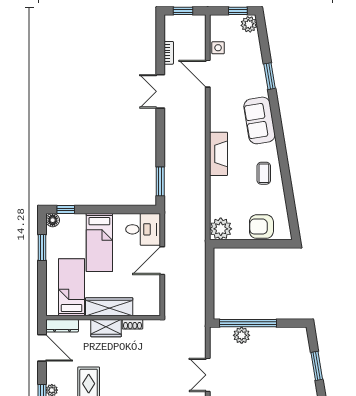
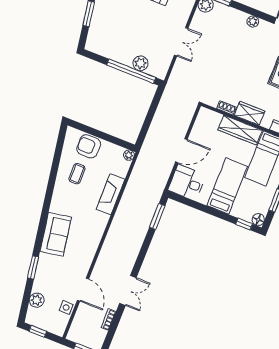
plant: (249, 24) -> (37, 300), moved
fireplace: (218, 154) -> (111, 194), moved
coffee table: (264, 173) -> (77, 174), moved
armchair: (261, 227) -> (89, 146), turned 180
plant: (221, 229) -> (129, 155), width x0.53, depth x0.53

